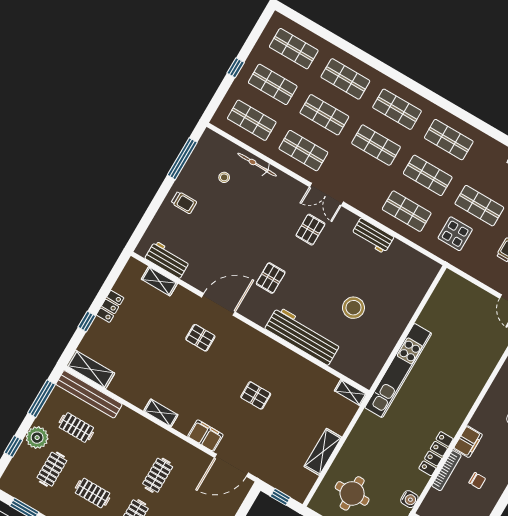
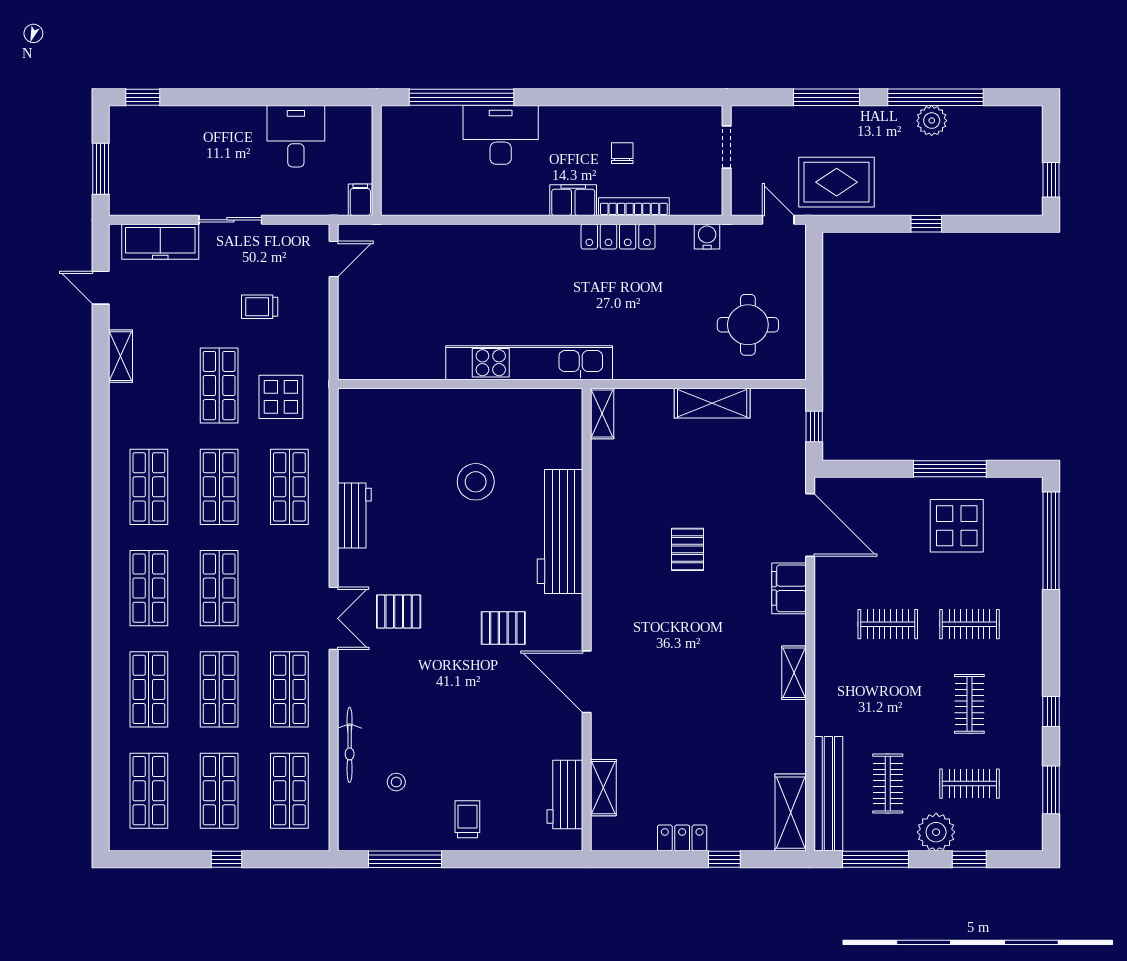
pallet: (200, 338) -> (651, 680), removed

